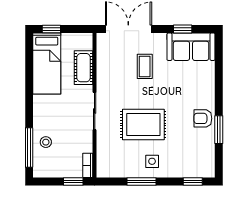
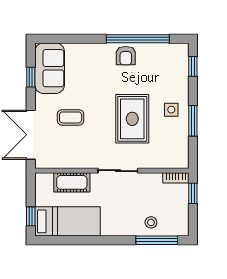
window: (219, 130) -> (138, 39), width x2.11

